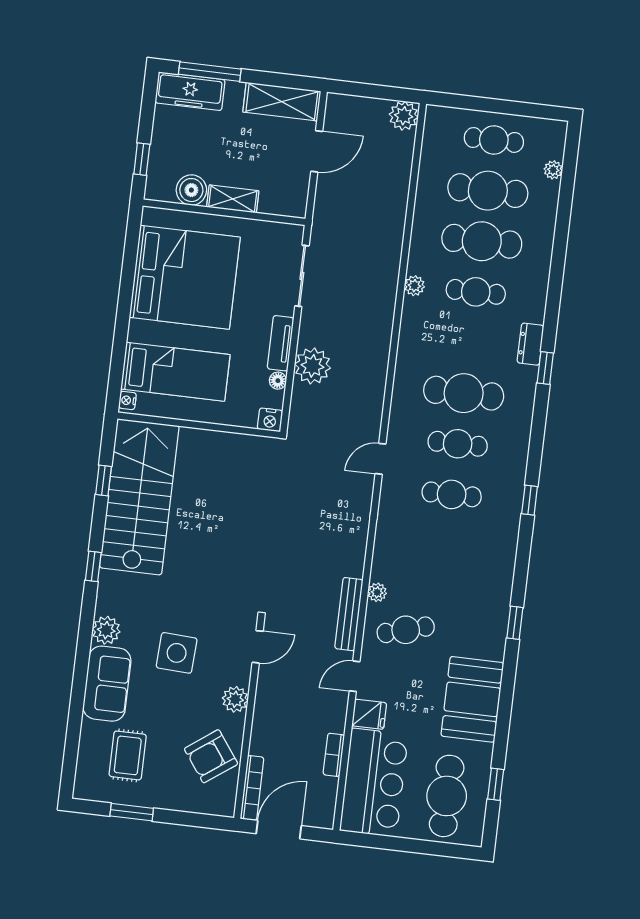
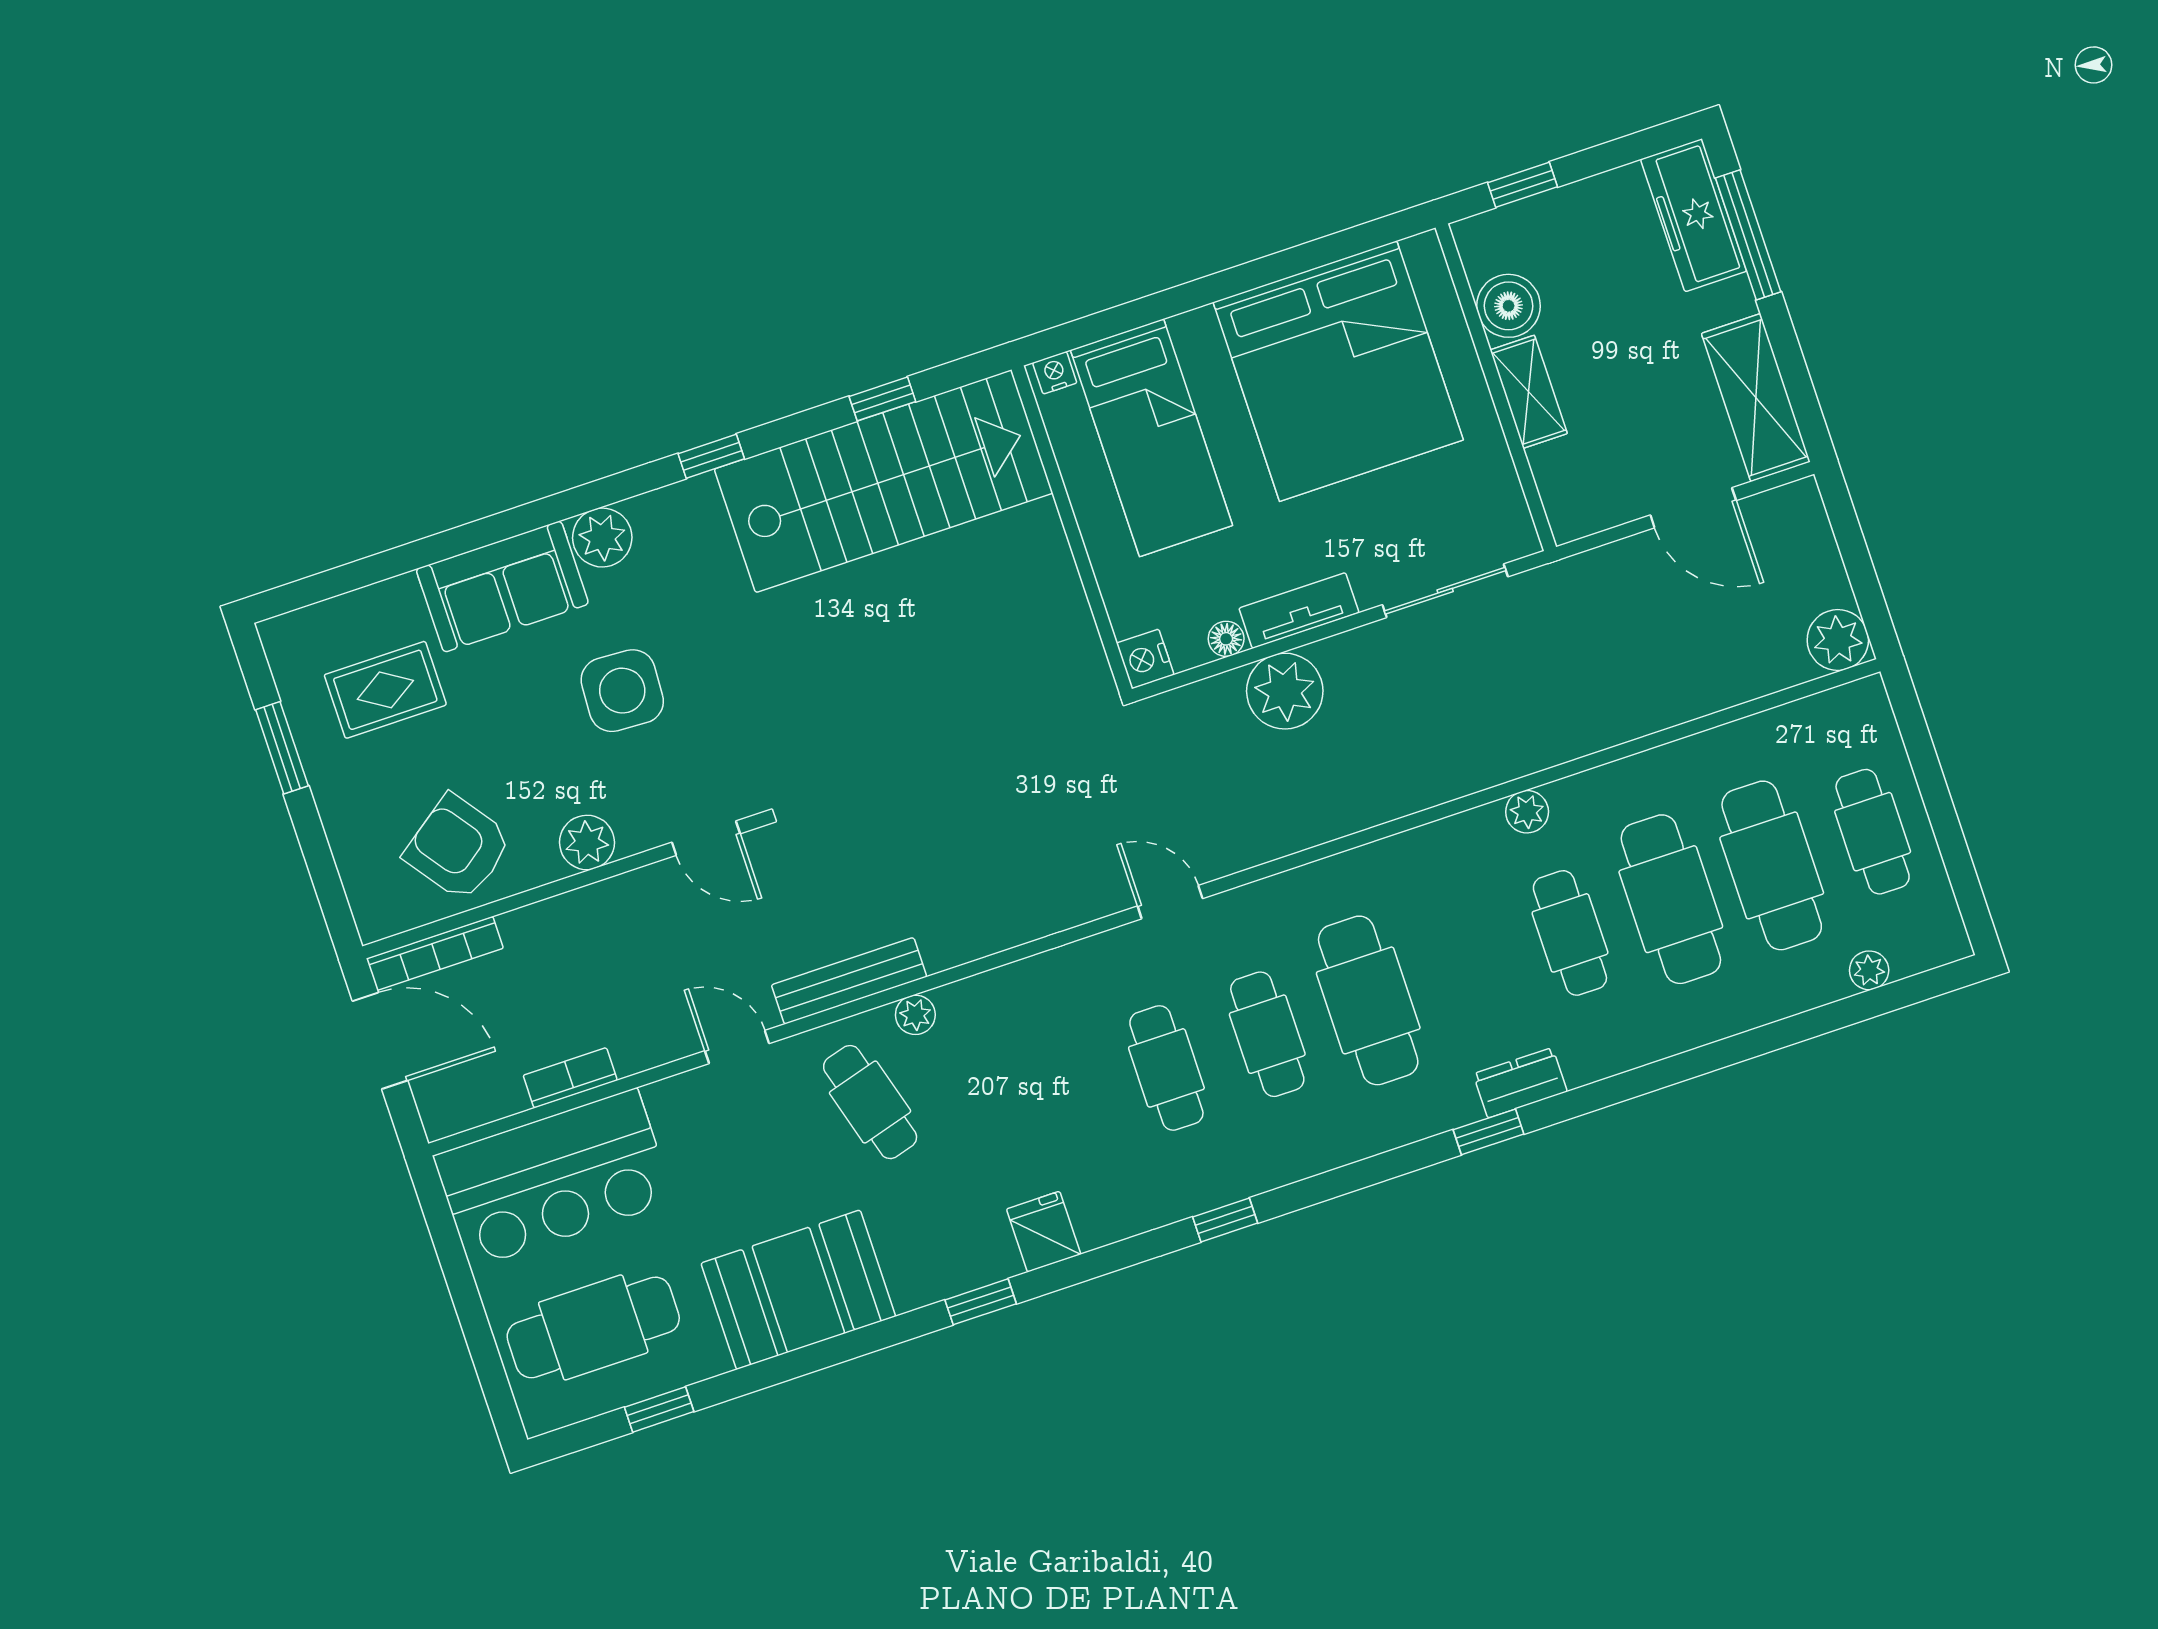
fridge: (369, 714) -> (1044, 1232), moved, turned 180

